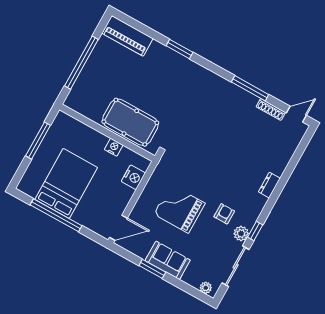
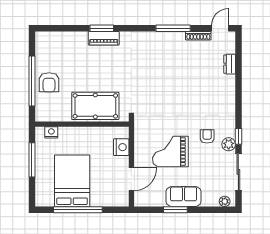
piano: (127, 36) -> (104, 38), moved, width x0.73, depth x0.75
armchair: (98, 73) -> (49, 82), added
nightstand: (114, 147) -> (51, 132), moved
dresser: (269, 185) -> (230, 64), moved
door: (118, 228) -> (131, 179), moved

